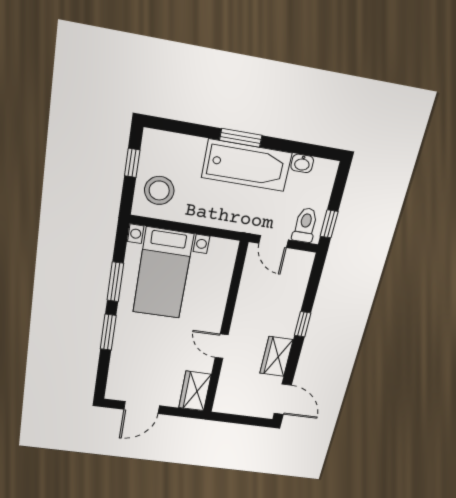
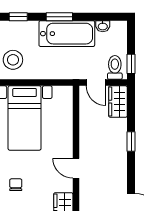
window: (178, 127) -> (18, 17), added
chair: (137, 355) -> (16, 185), added
wardrobe: (276, 356) -> (118, 102), moved

